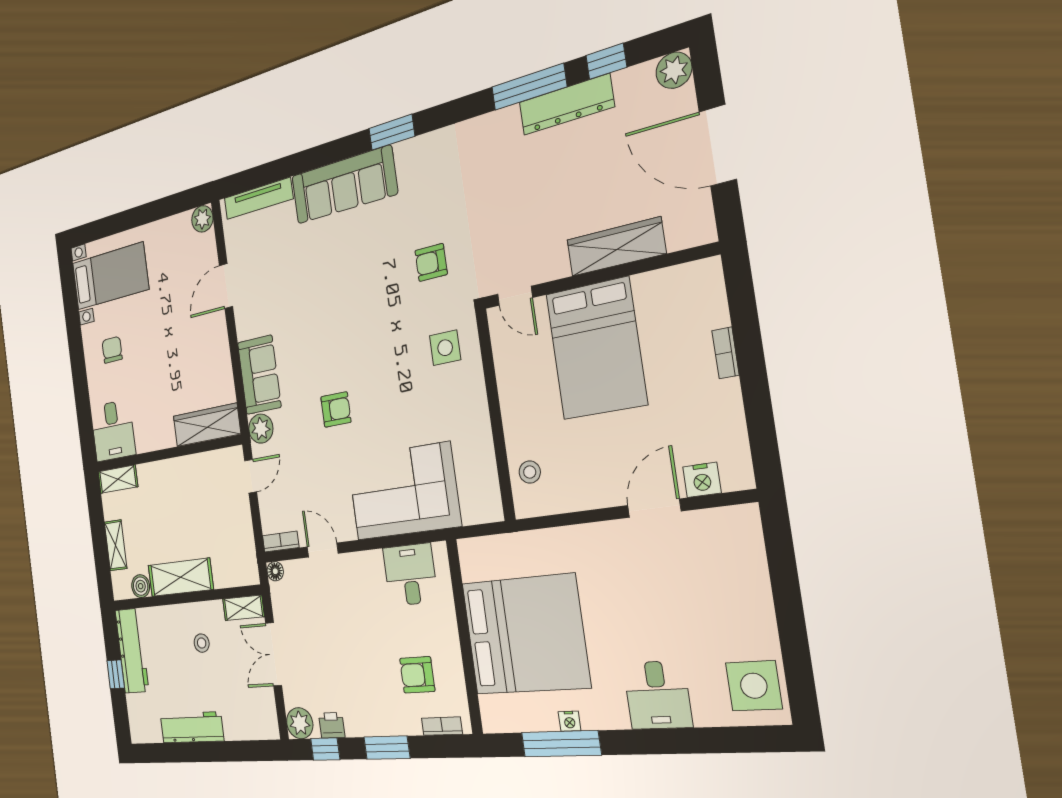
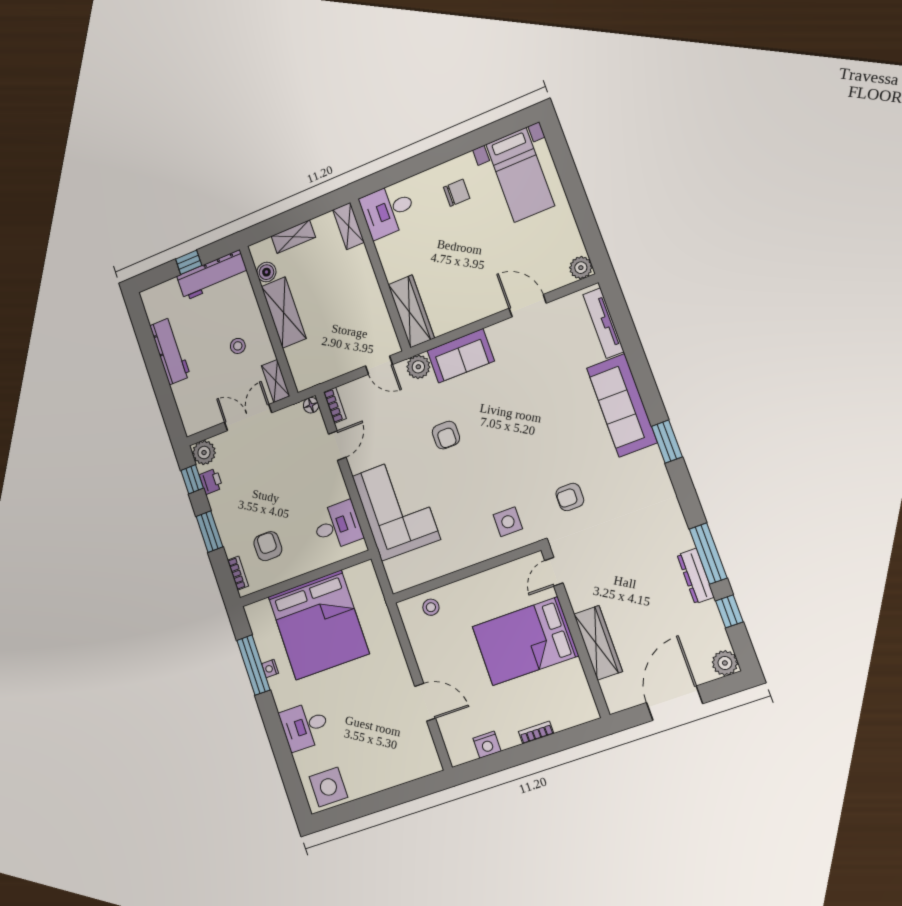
dresser: (566, 105) -> (696, 576), width x0.73, depth x0.80
armchair: (431, 262) -> (570, 497), turned -90
nightstand: (702, 480) -> (487, 745), moved, turned -90

